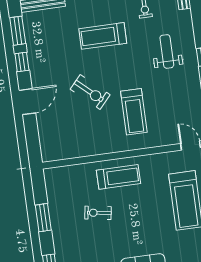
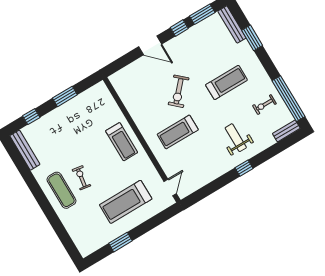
treadmill: (103, 36) -> (227, 82), turned 90
weight bench: (167, 51) -> (236, 138), turned -90
exercise bike: (98, 213) -> (81, 178), moved

